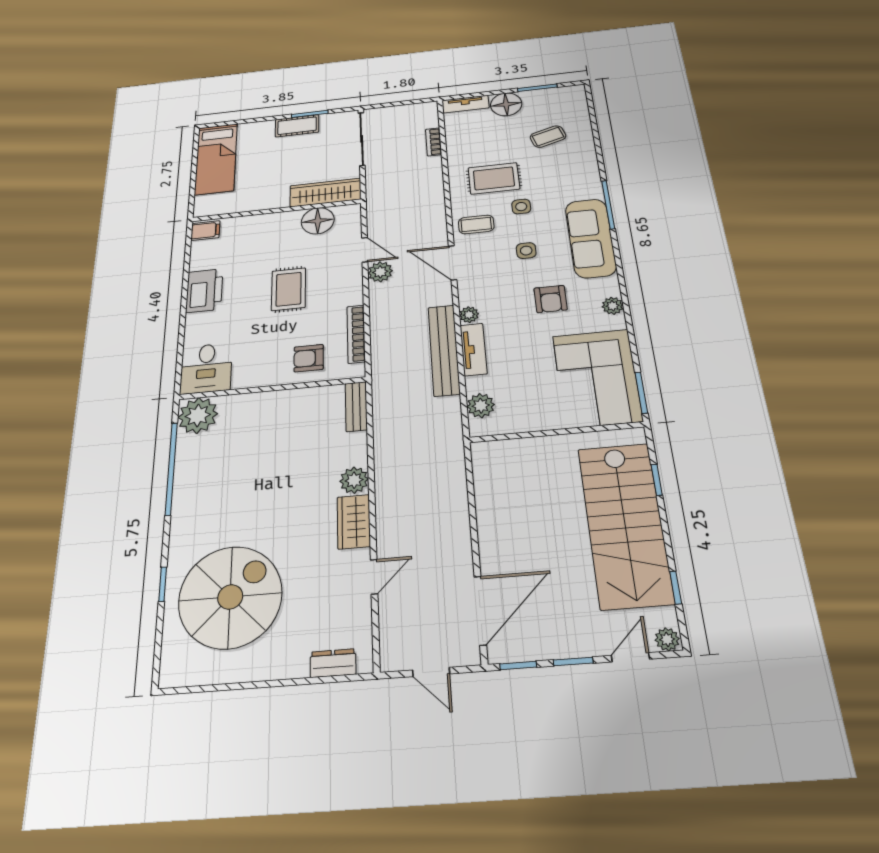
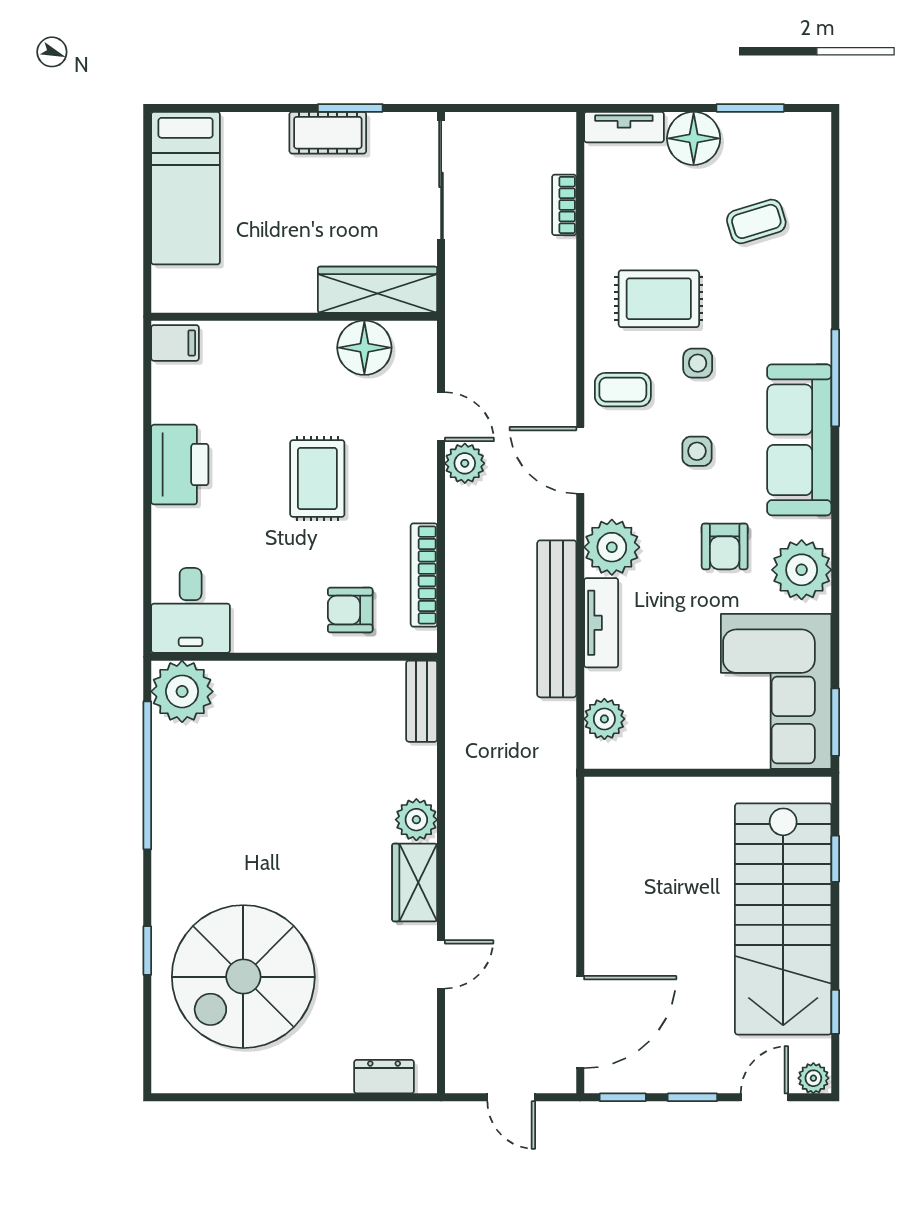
plant: (613, 306) -> (802, 570), width x1.88, depth x1.88
plant: (469, 315) -> (612, 547), width x1.87, depth x1.87
spiral stairs: (230, 597) -> (243, 977), turned 180

